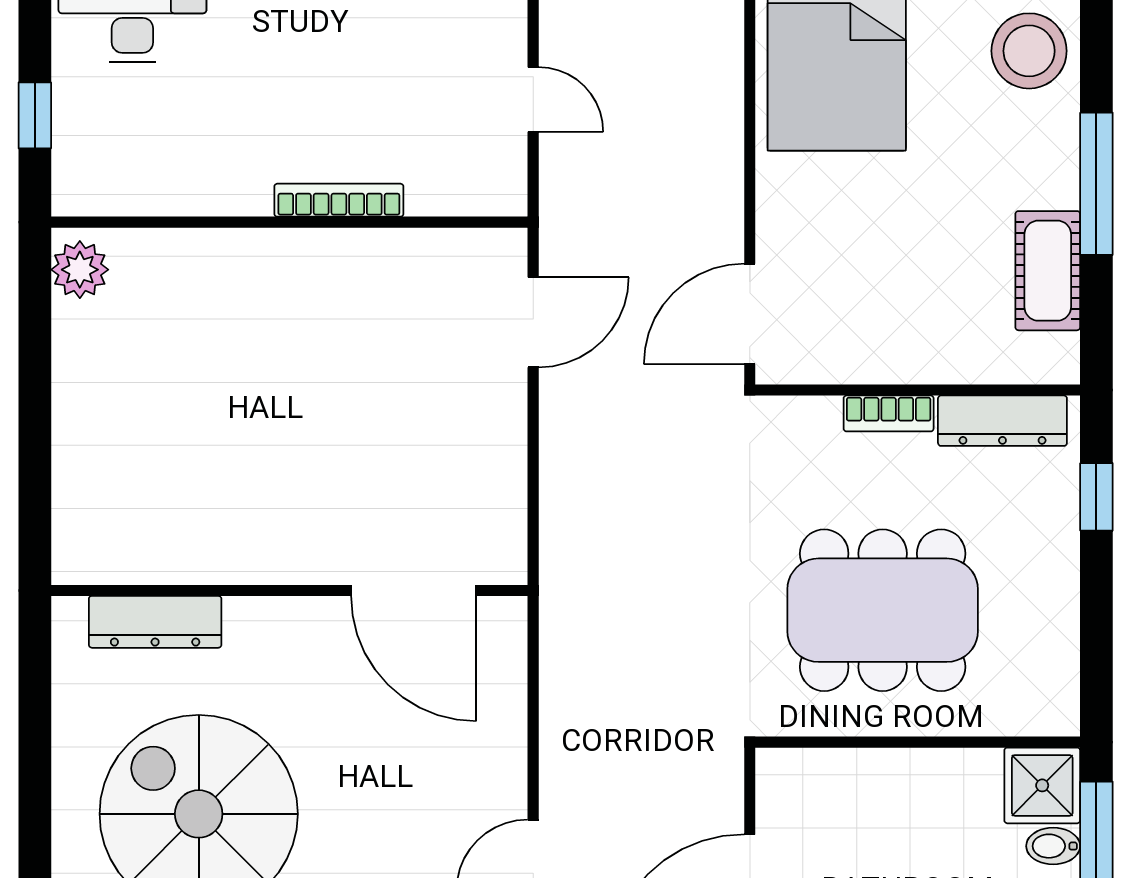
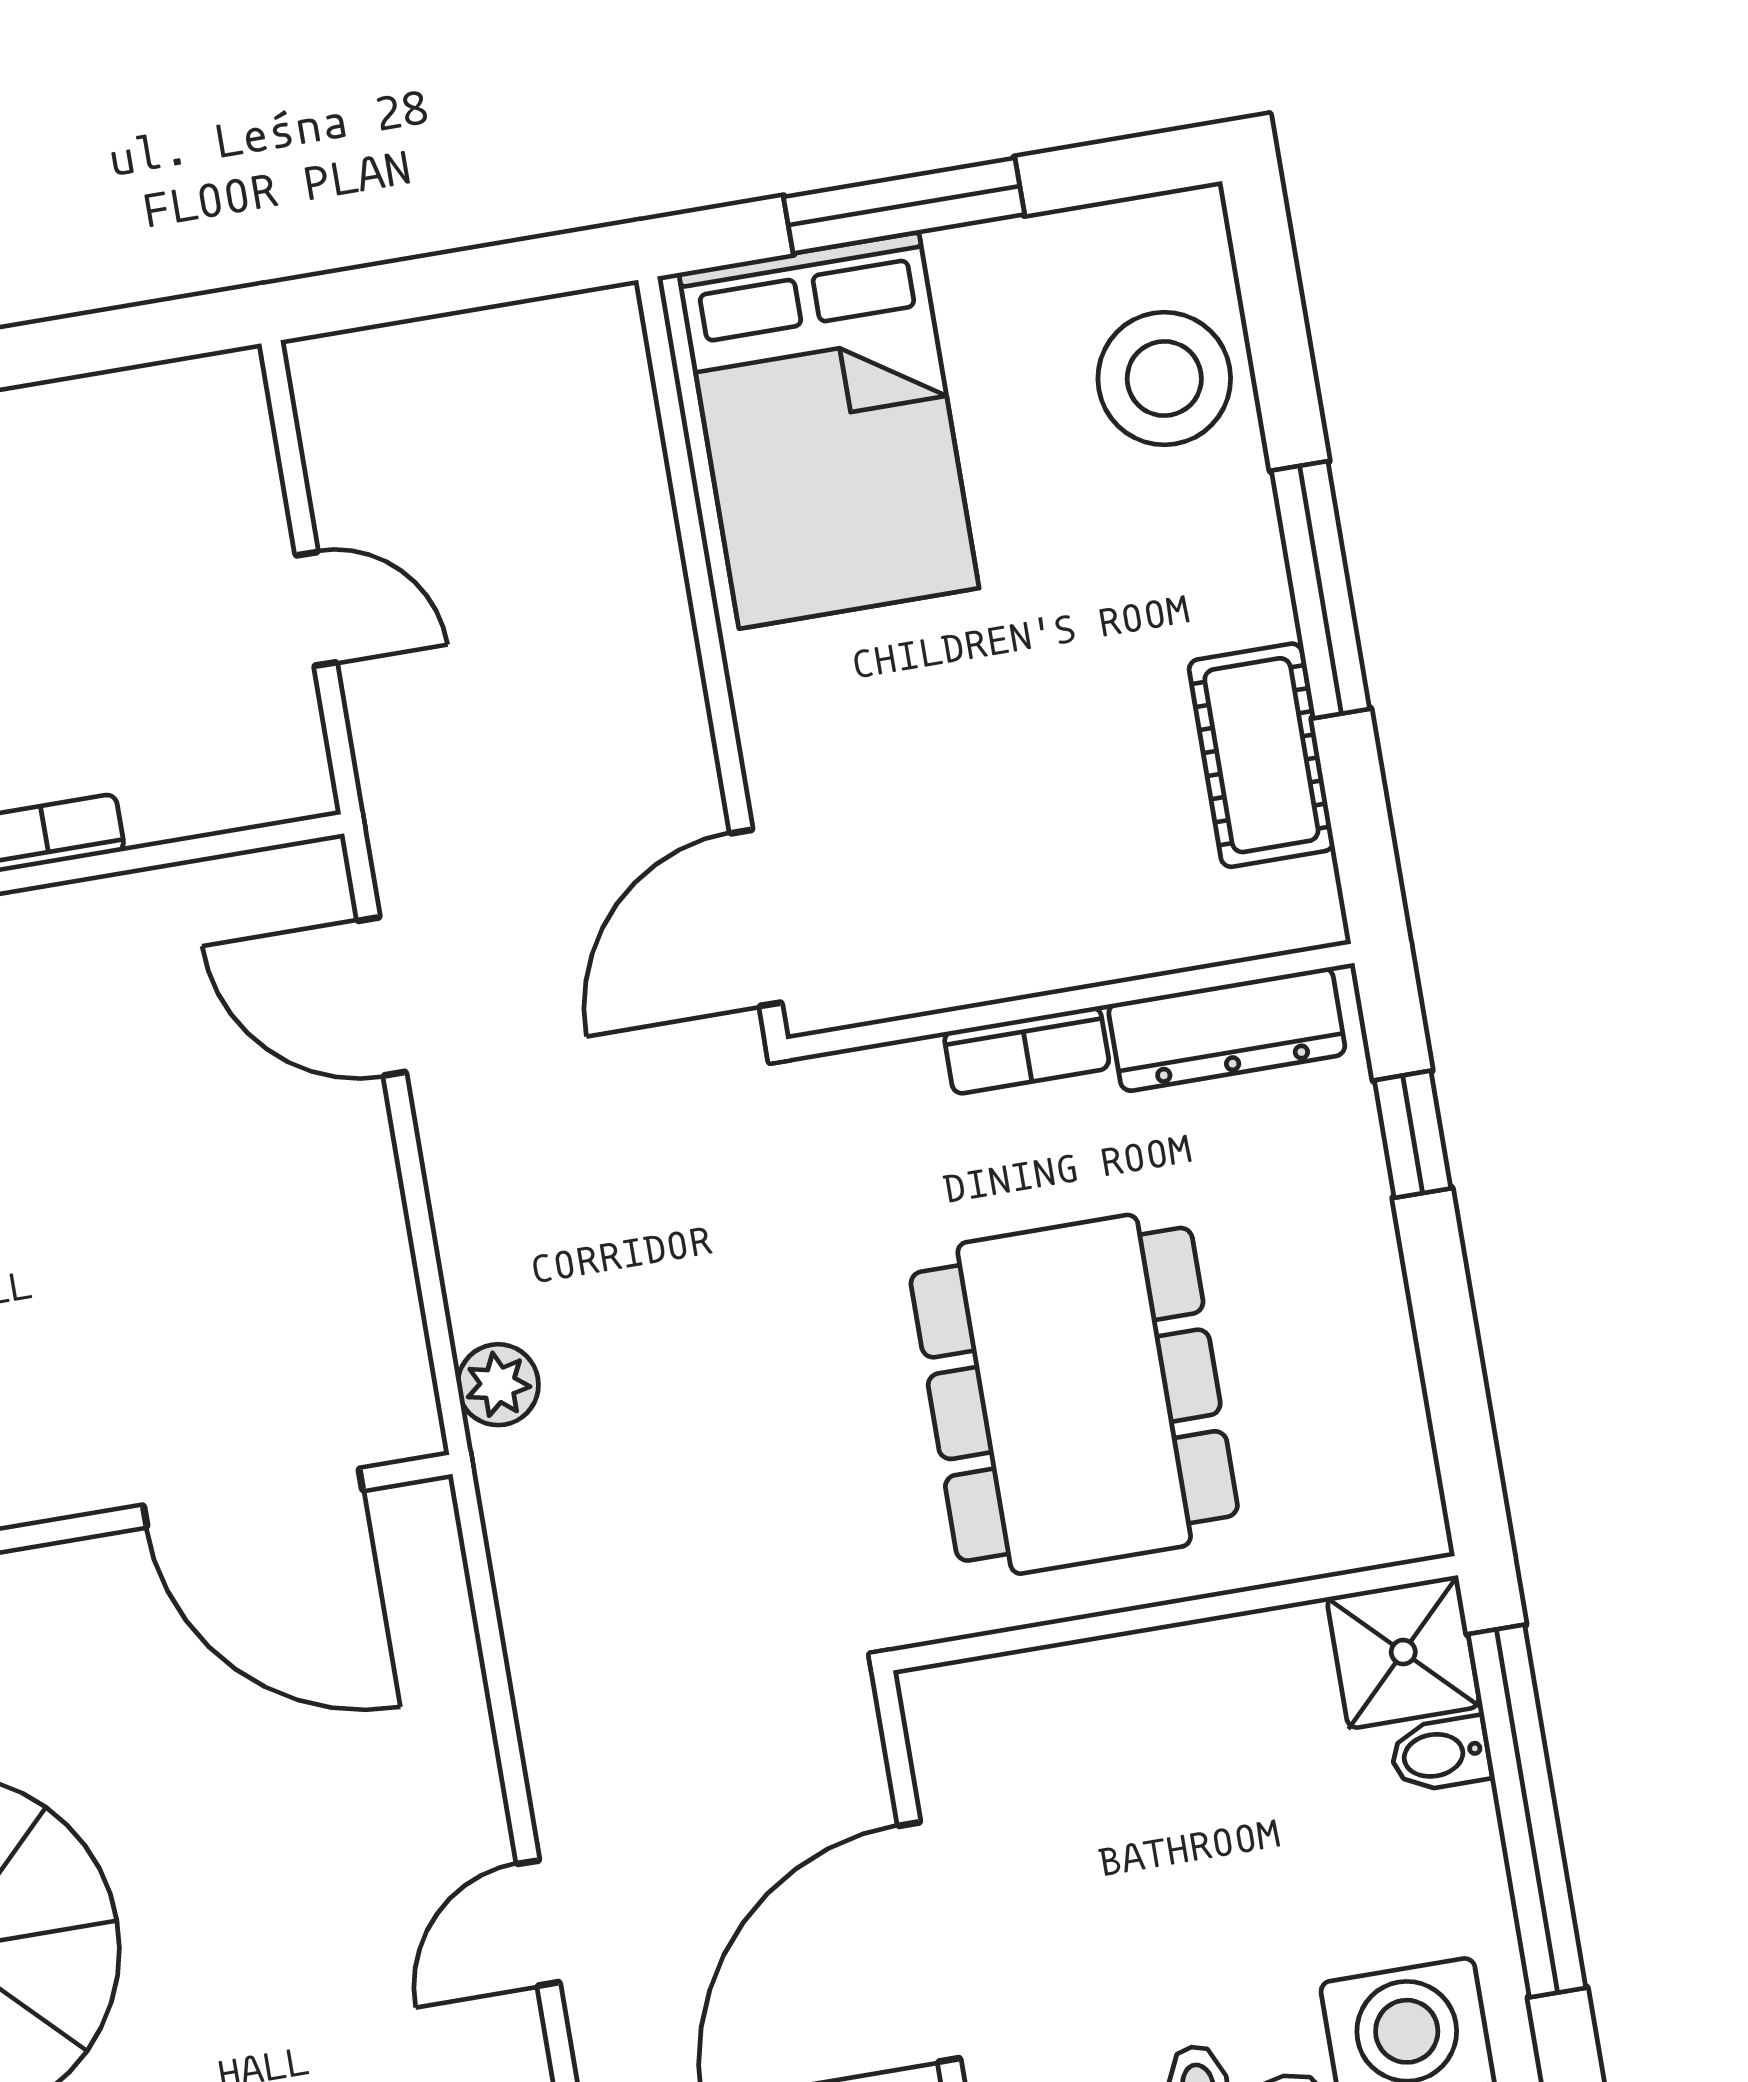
door: (533, 322) -> (382, 996), swing flipped
plant: (561, 550) -> (498, 1385), added
dining table: (883, 610) -> (1074, 1394), turned 90

